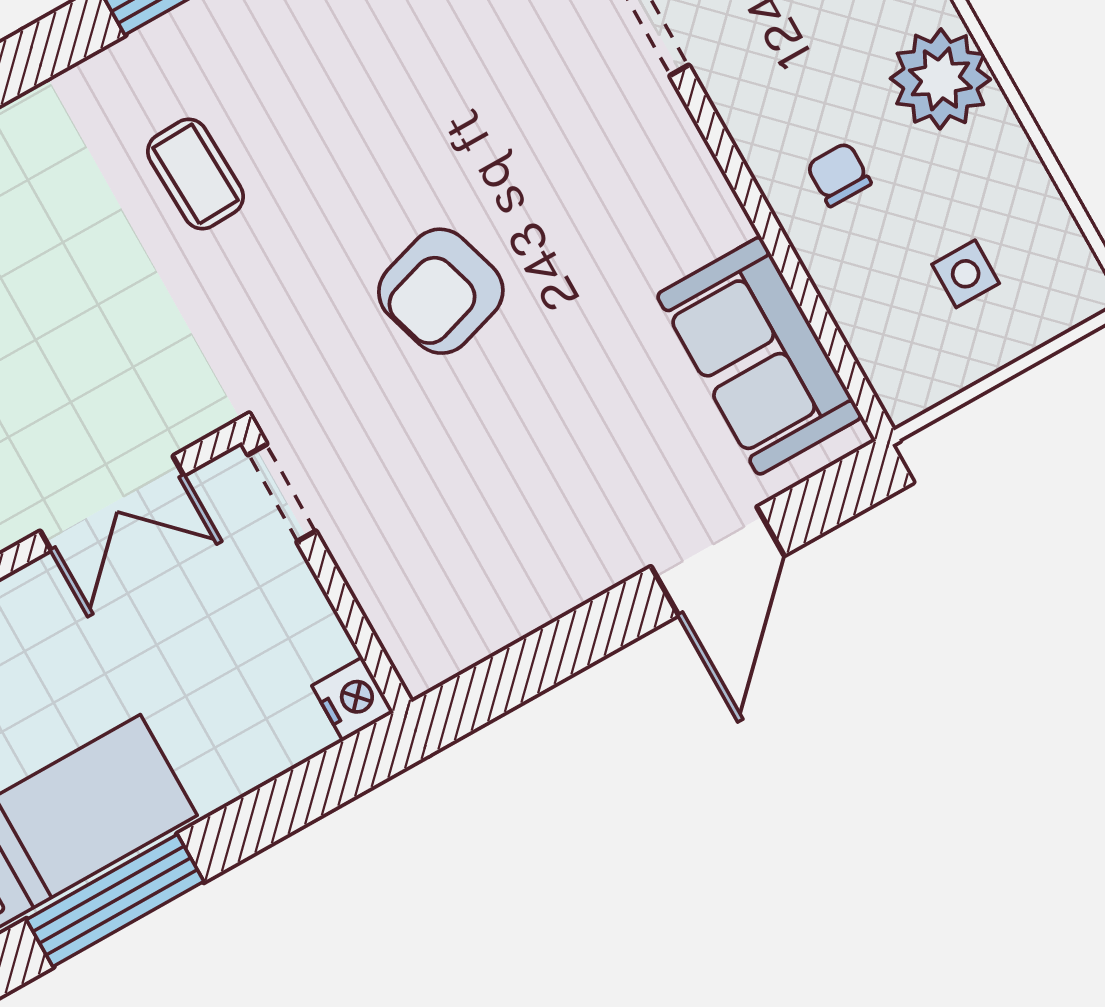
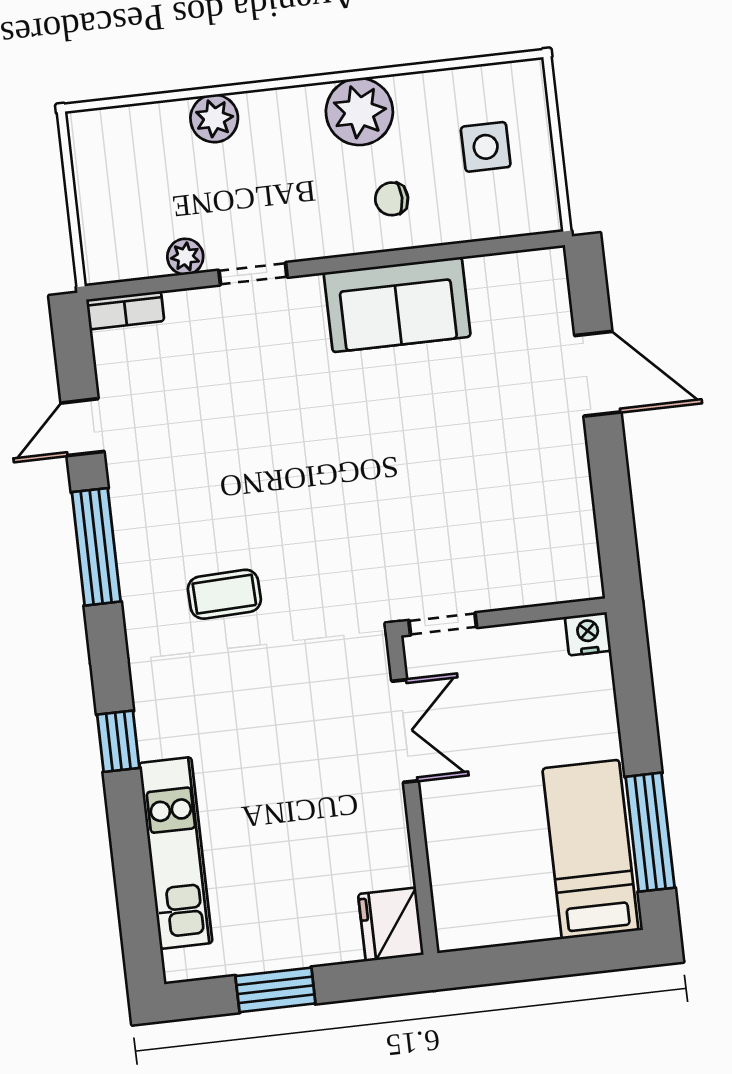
side table: (966, 274) -> (486, 147), width x1.37, depth x1.37
armchair: (441, 291) -> (360, 474), removed
sofa: (759, 356) -> (397, 305), moved

